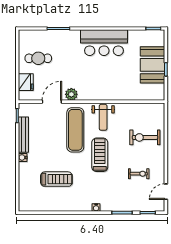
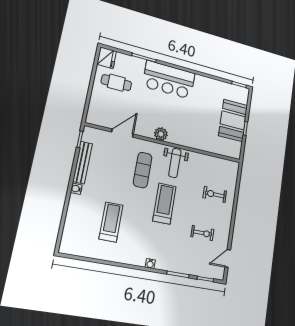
bar counter: (104, 43) -> (169, 80), moved
fridge: (26, 82) -> (107, 58), moved
plant: (71, 94) -> (161, 134), moved
exercise mat: (75, 130) -> (143, 170), width x0.73, depth x0.69
exercise bike: (145, 137) -> (215, 194), width x0.73, depth x0.72
treadmill: (56, 179) -> (111, 222), turned -90

